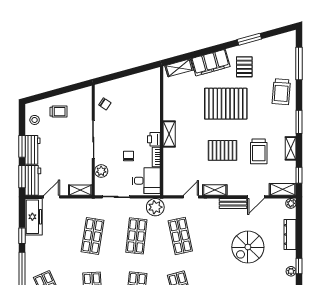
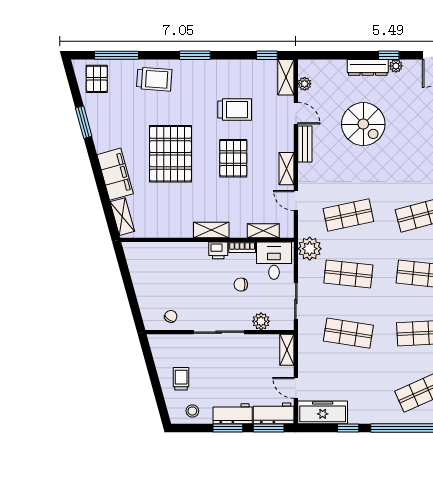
pallet: (244, 67) -> (97, 79), moved, turned 90
shelving: (291, 148) -> (263, 231), moved
plant: (291, 203) -> (305, 84), moved
dresser: (290, 234) -> (368, 67), moved

